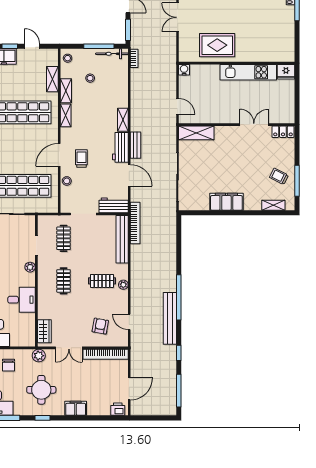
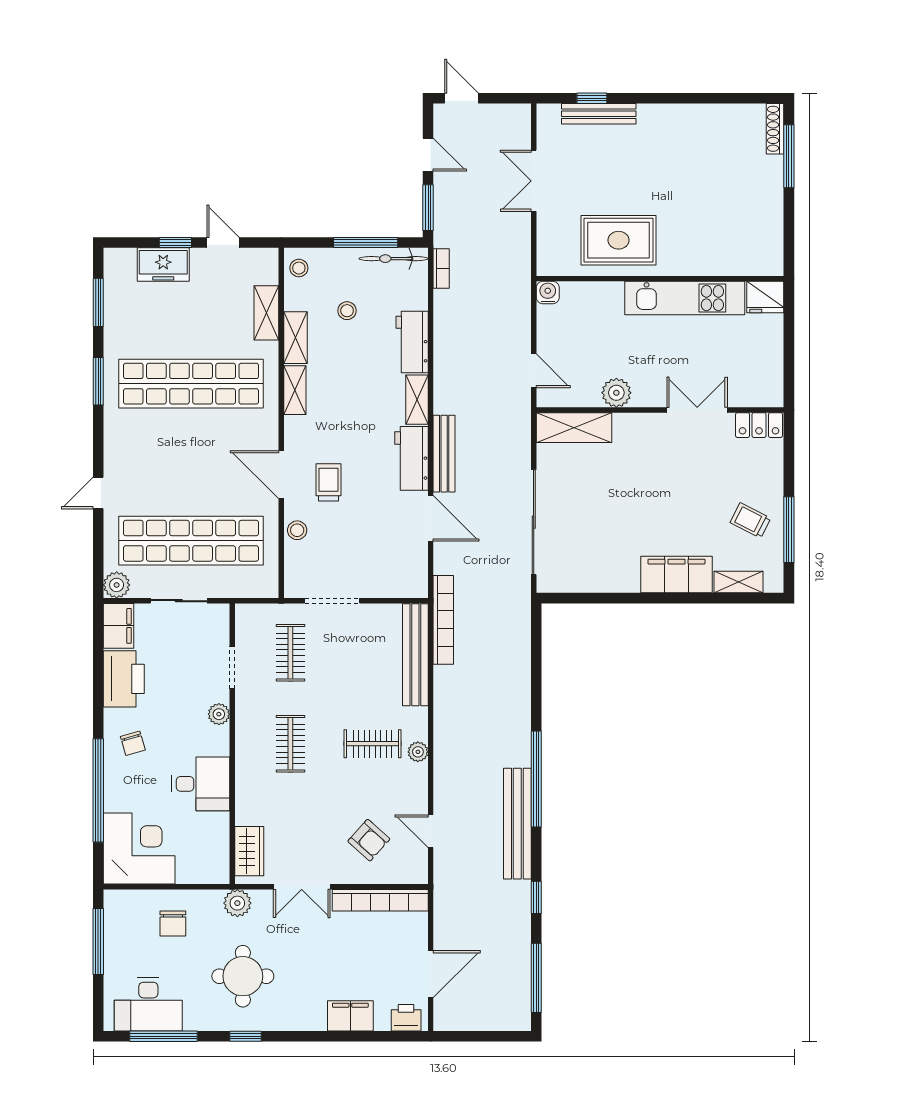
plant: (216, 117) -> (616, 393), added
bench: (136, 145) -> (444, 454), width x1.36
door: (59, 155) -> (281, 475), hinge flipped
filing cabinet: (226, 202) -> (676, 575), moved
workbench: (114, 205) -> (412, 342), moved, turned -90
armchair: (100, 326) -> (369, 840), turned 122
filing cabinet: (76, 408) -> (350, 1016), moved

